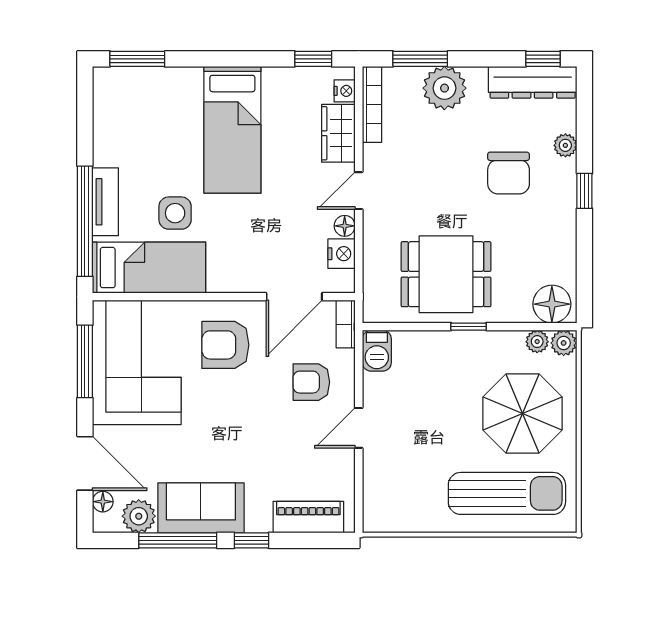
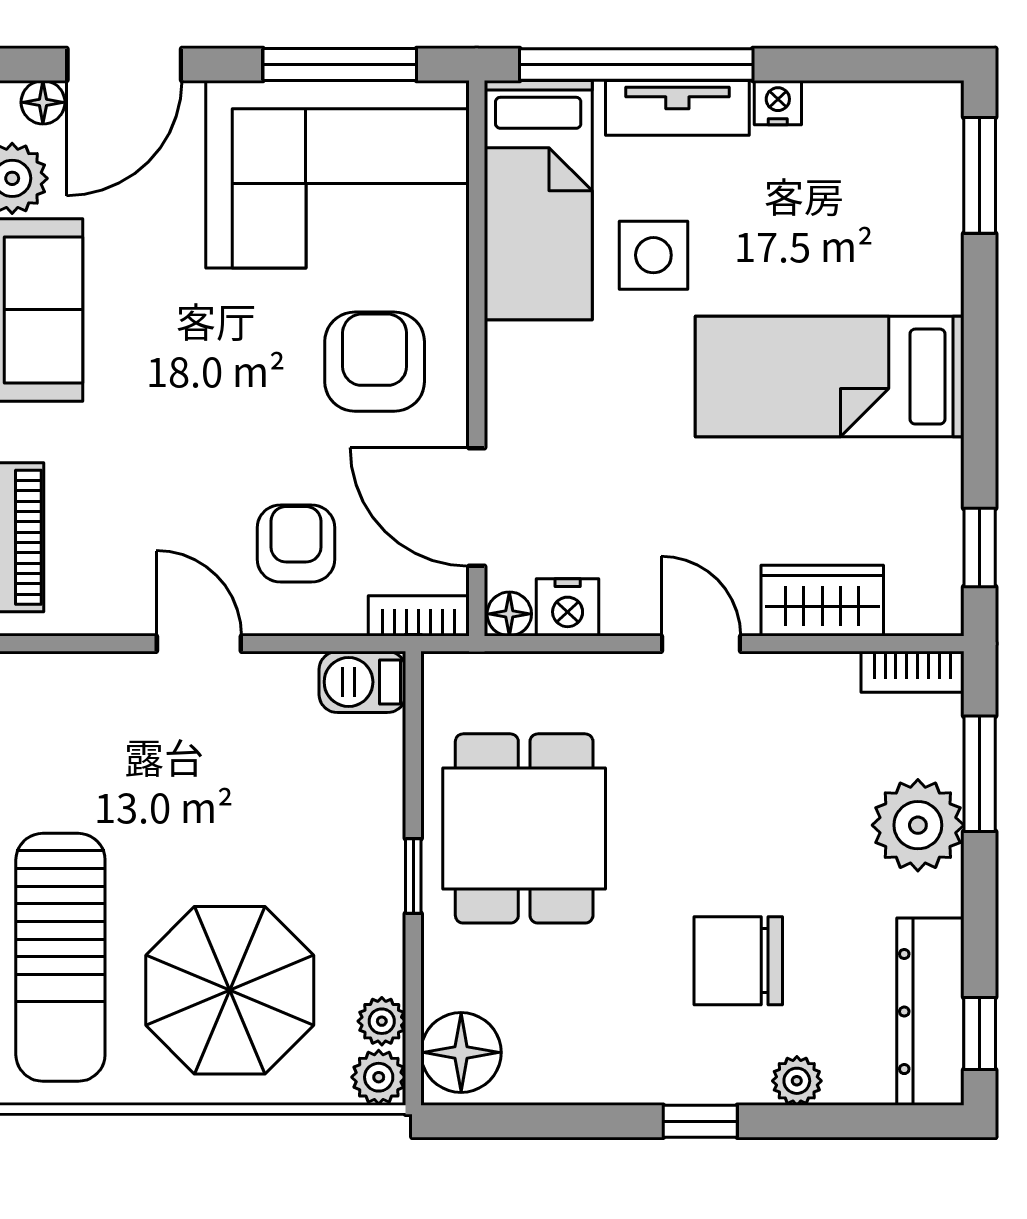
nightstand: (345, 91) -> (778, 103), moved, turned 180
bookcase: (372, 104) -> (912, 672), width x0.64
floor lamp: (345, 226) -> (509, 614), moved

